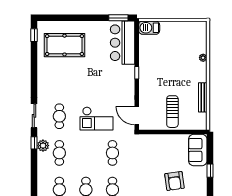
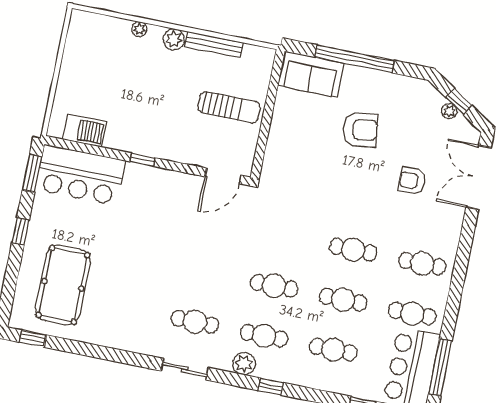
window: (87, 18) -> (20, 231), added
barbecue: (149, 28) -> (85, 131), moved, turned -90
plant: (201, 76) -> (174, 39), added
checkout: (96, 118) -> (213, 253), removed
window: (34, 143) -> (271, 387), moved
cafe table: (112, 153) -> (274, 286), moved
window: (210, 171) -> (355, 59), width x3.17

